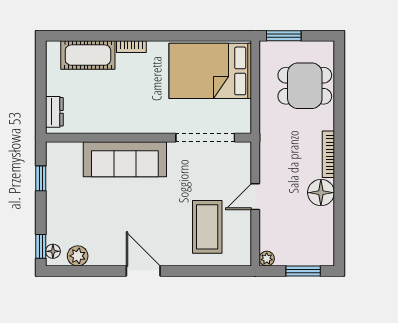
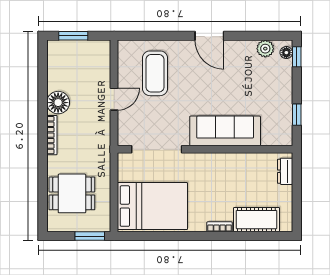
plant: (267, 259) -> (104, 46), removed

